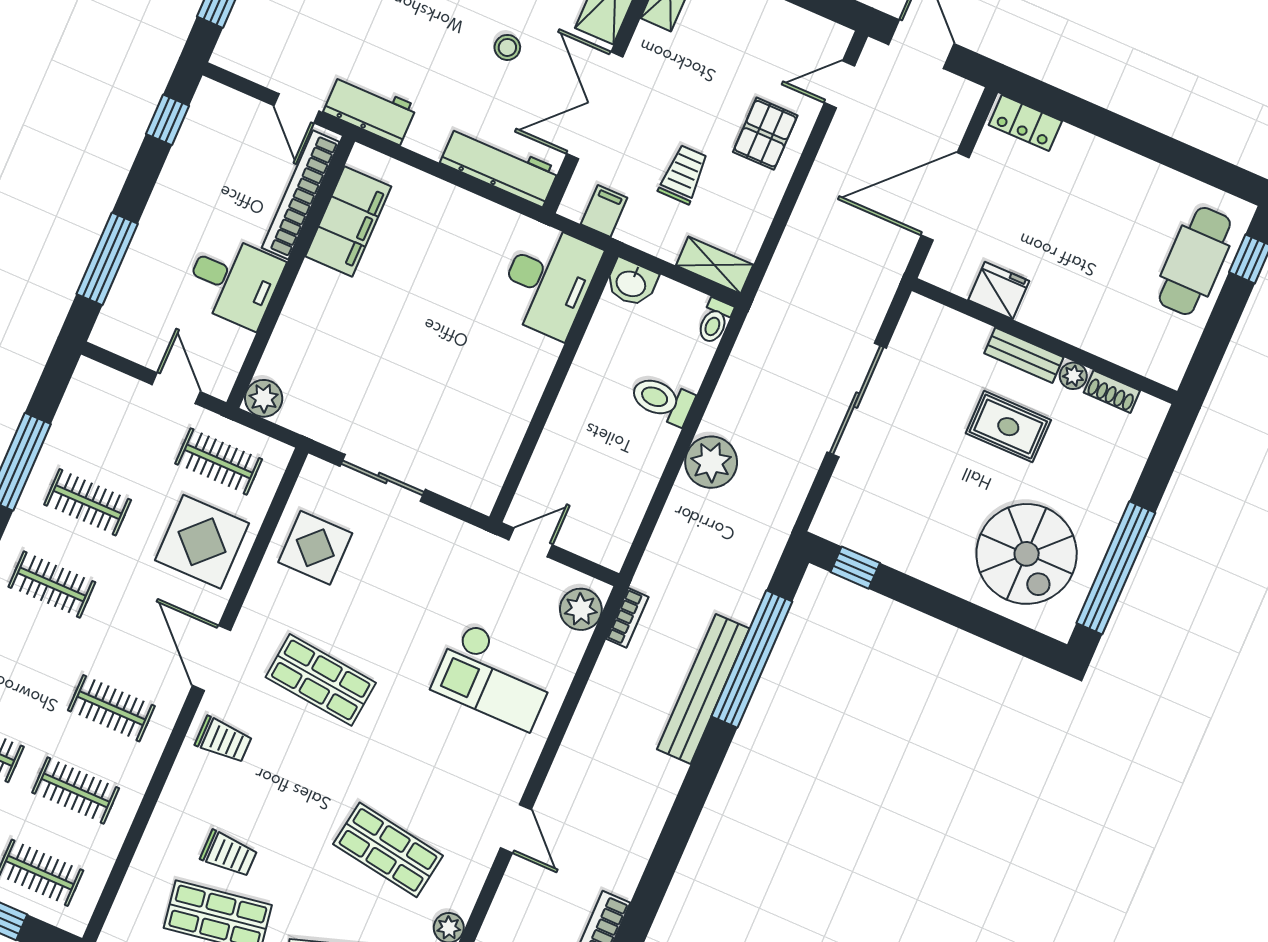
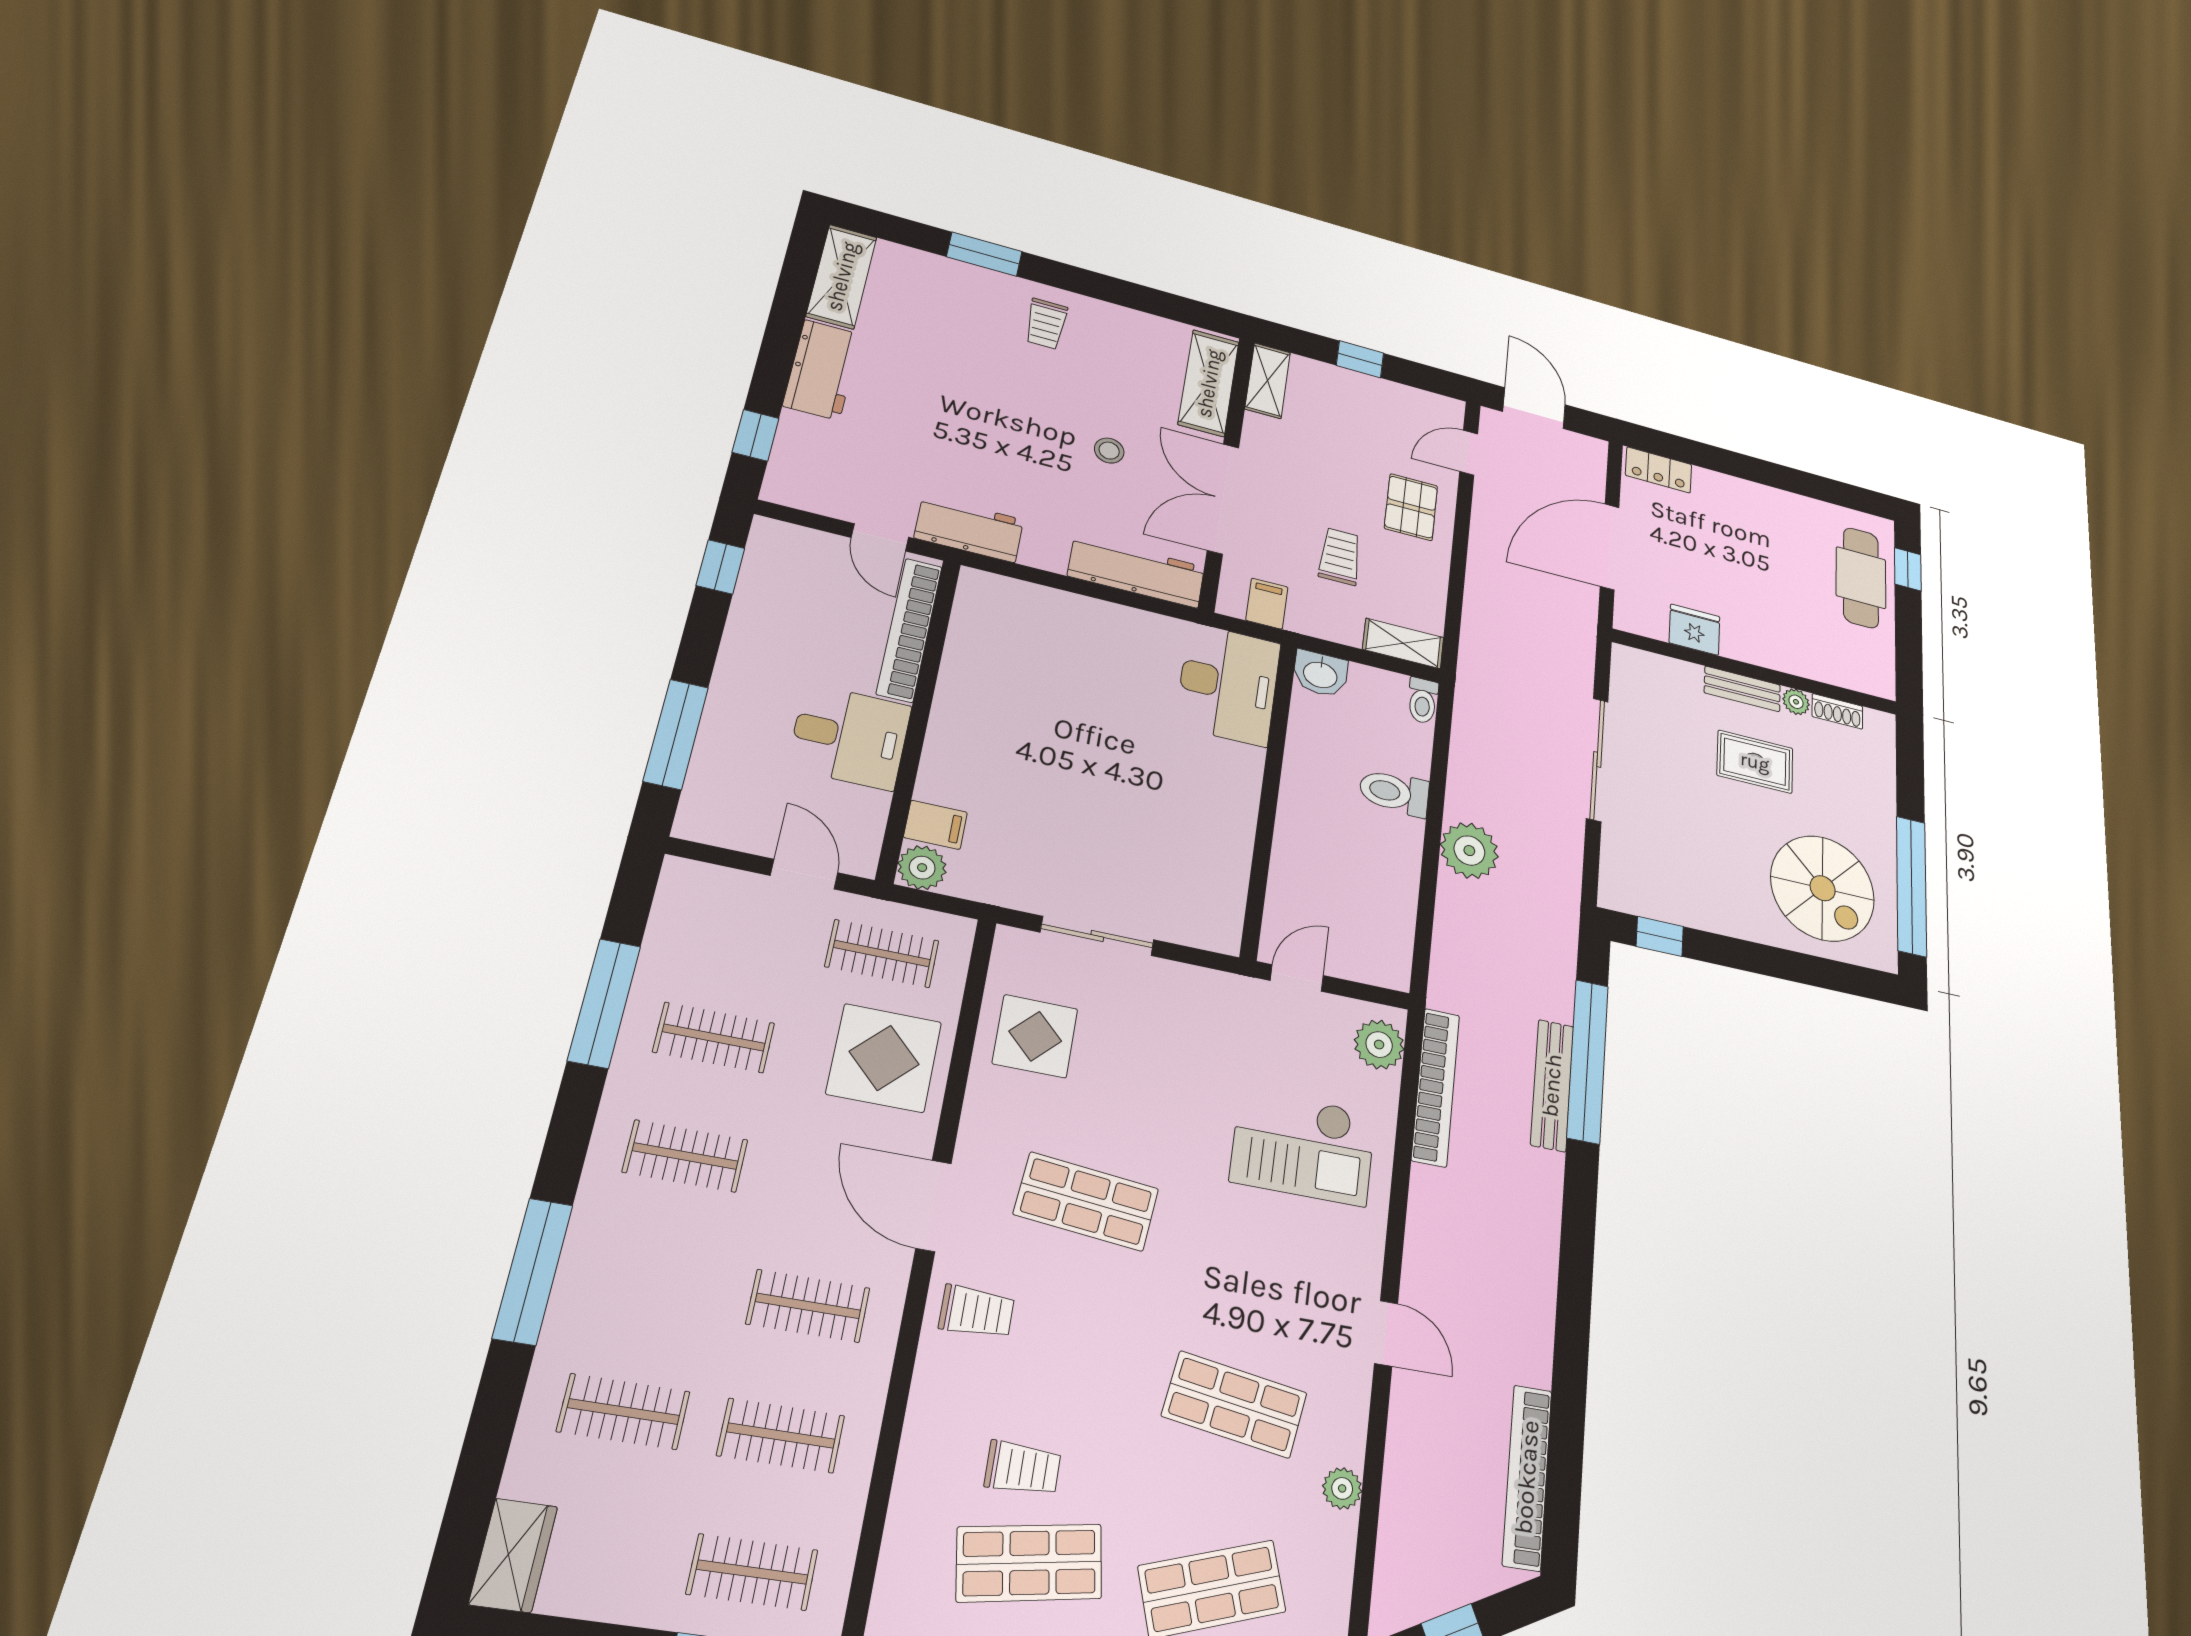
filing cabinet: (348, 221) -> (935, 825), moved, width x0.33, depth x0.86
bookcase: (627, 618) -> (1436, 1087), width x2.31, depth x1.31
bench: (703, 689) -> (1552, 1085), width x0.73, depth x0.82

